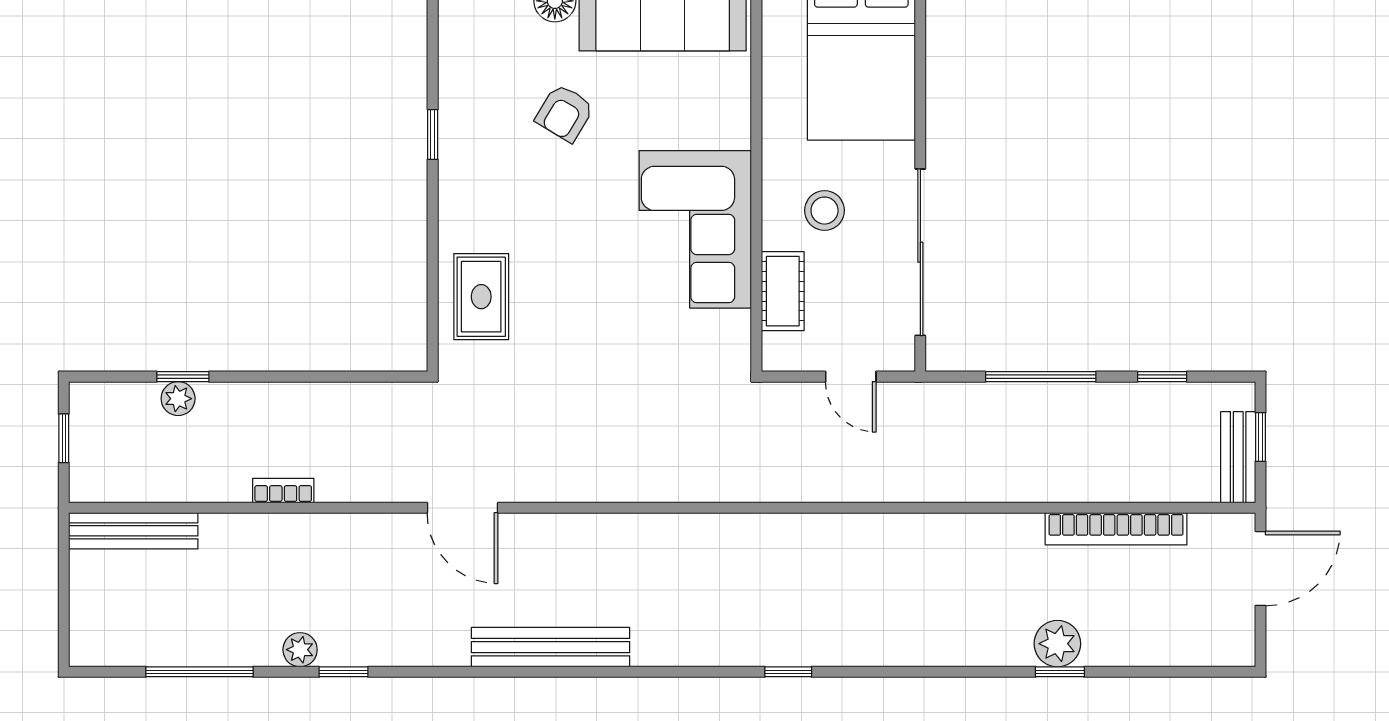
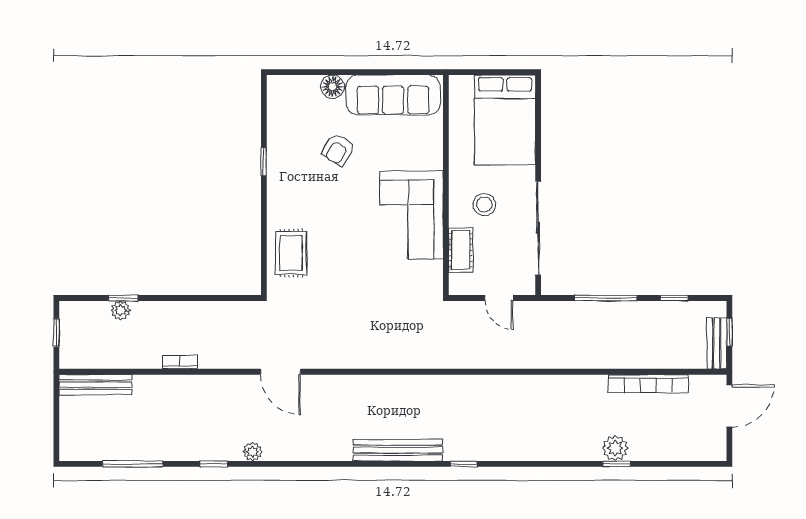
bench: (550, 647) -> (398, 450), moved
plant: (300, 650) -> (252, 452), moved

